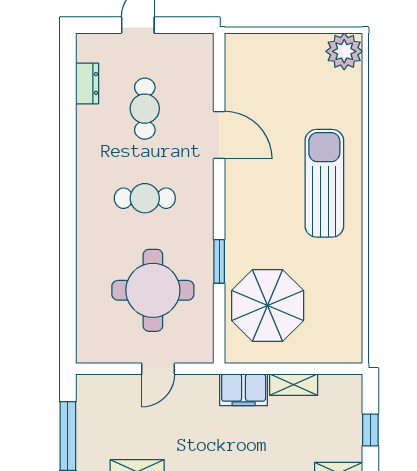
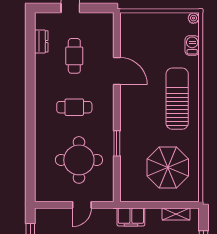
plant: (344, 51) -> (193, 18), width x0.53, depth x0.53
barbecue: (350, 90) -> (192, 45), added
parasol: (268, 306) -> (168, 168), moved
shelving: (294, 385) -> (176, 214), moved

